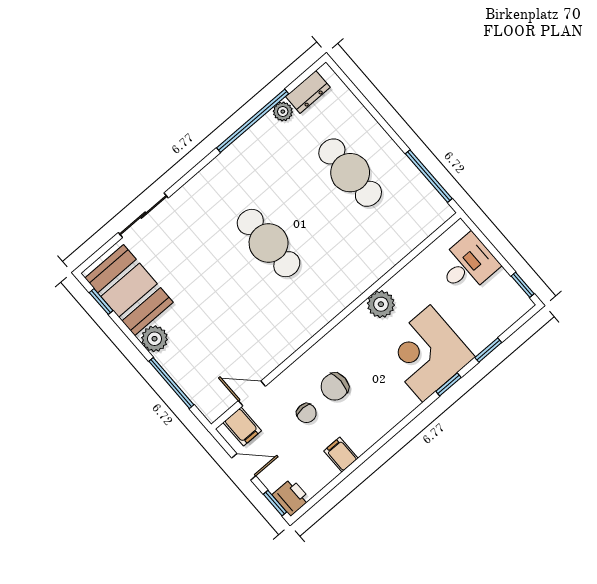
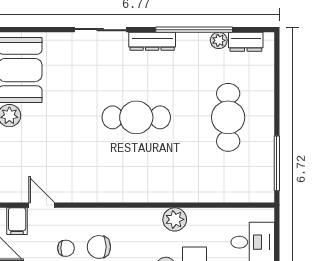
dresser: (224, 163) -> (152, 41), added
sliding door: (143, 215) -> (100, 30), moved
cafe table: (269, 243) -> (136, 117), turned 90
chair: (306, 413) -> (66, 248), turned -90

